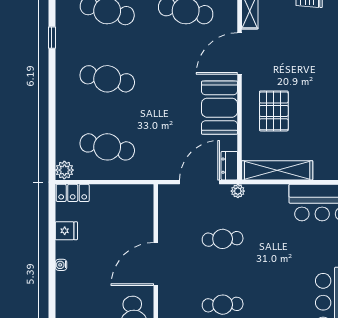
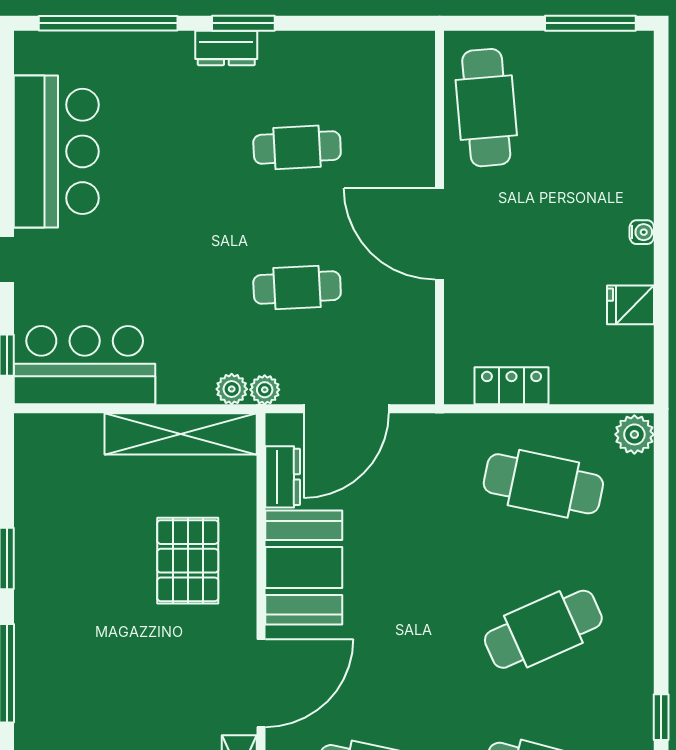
cafe table: (107, 79) -> (543, 629), turned -36
dresser: (229, 166) -> (283, 477), moved
plant: (253, 191) -> (232, 389), added
locker: (73, 193) -> (512, 386), moved
door: (156, 264) -> (440, 234), swing flipped

